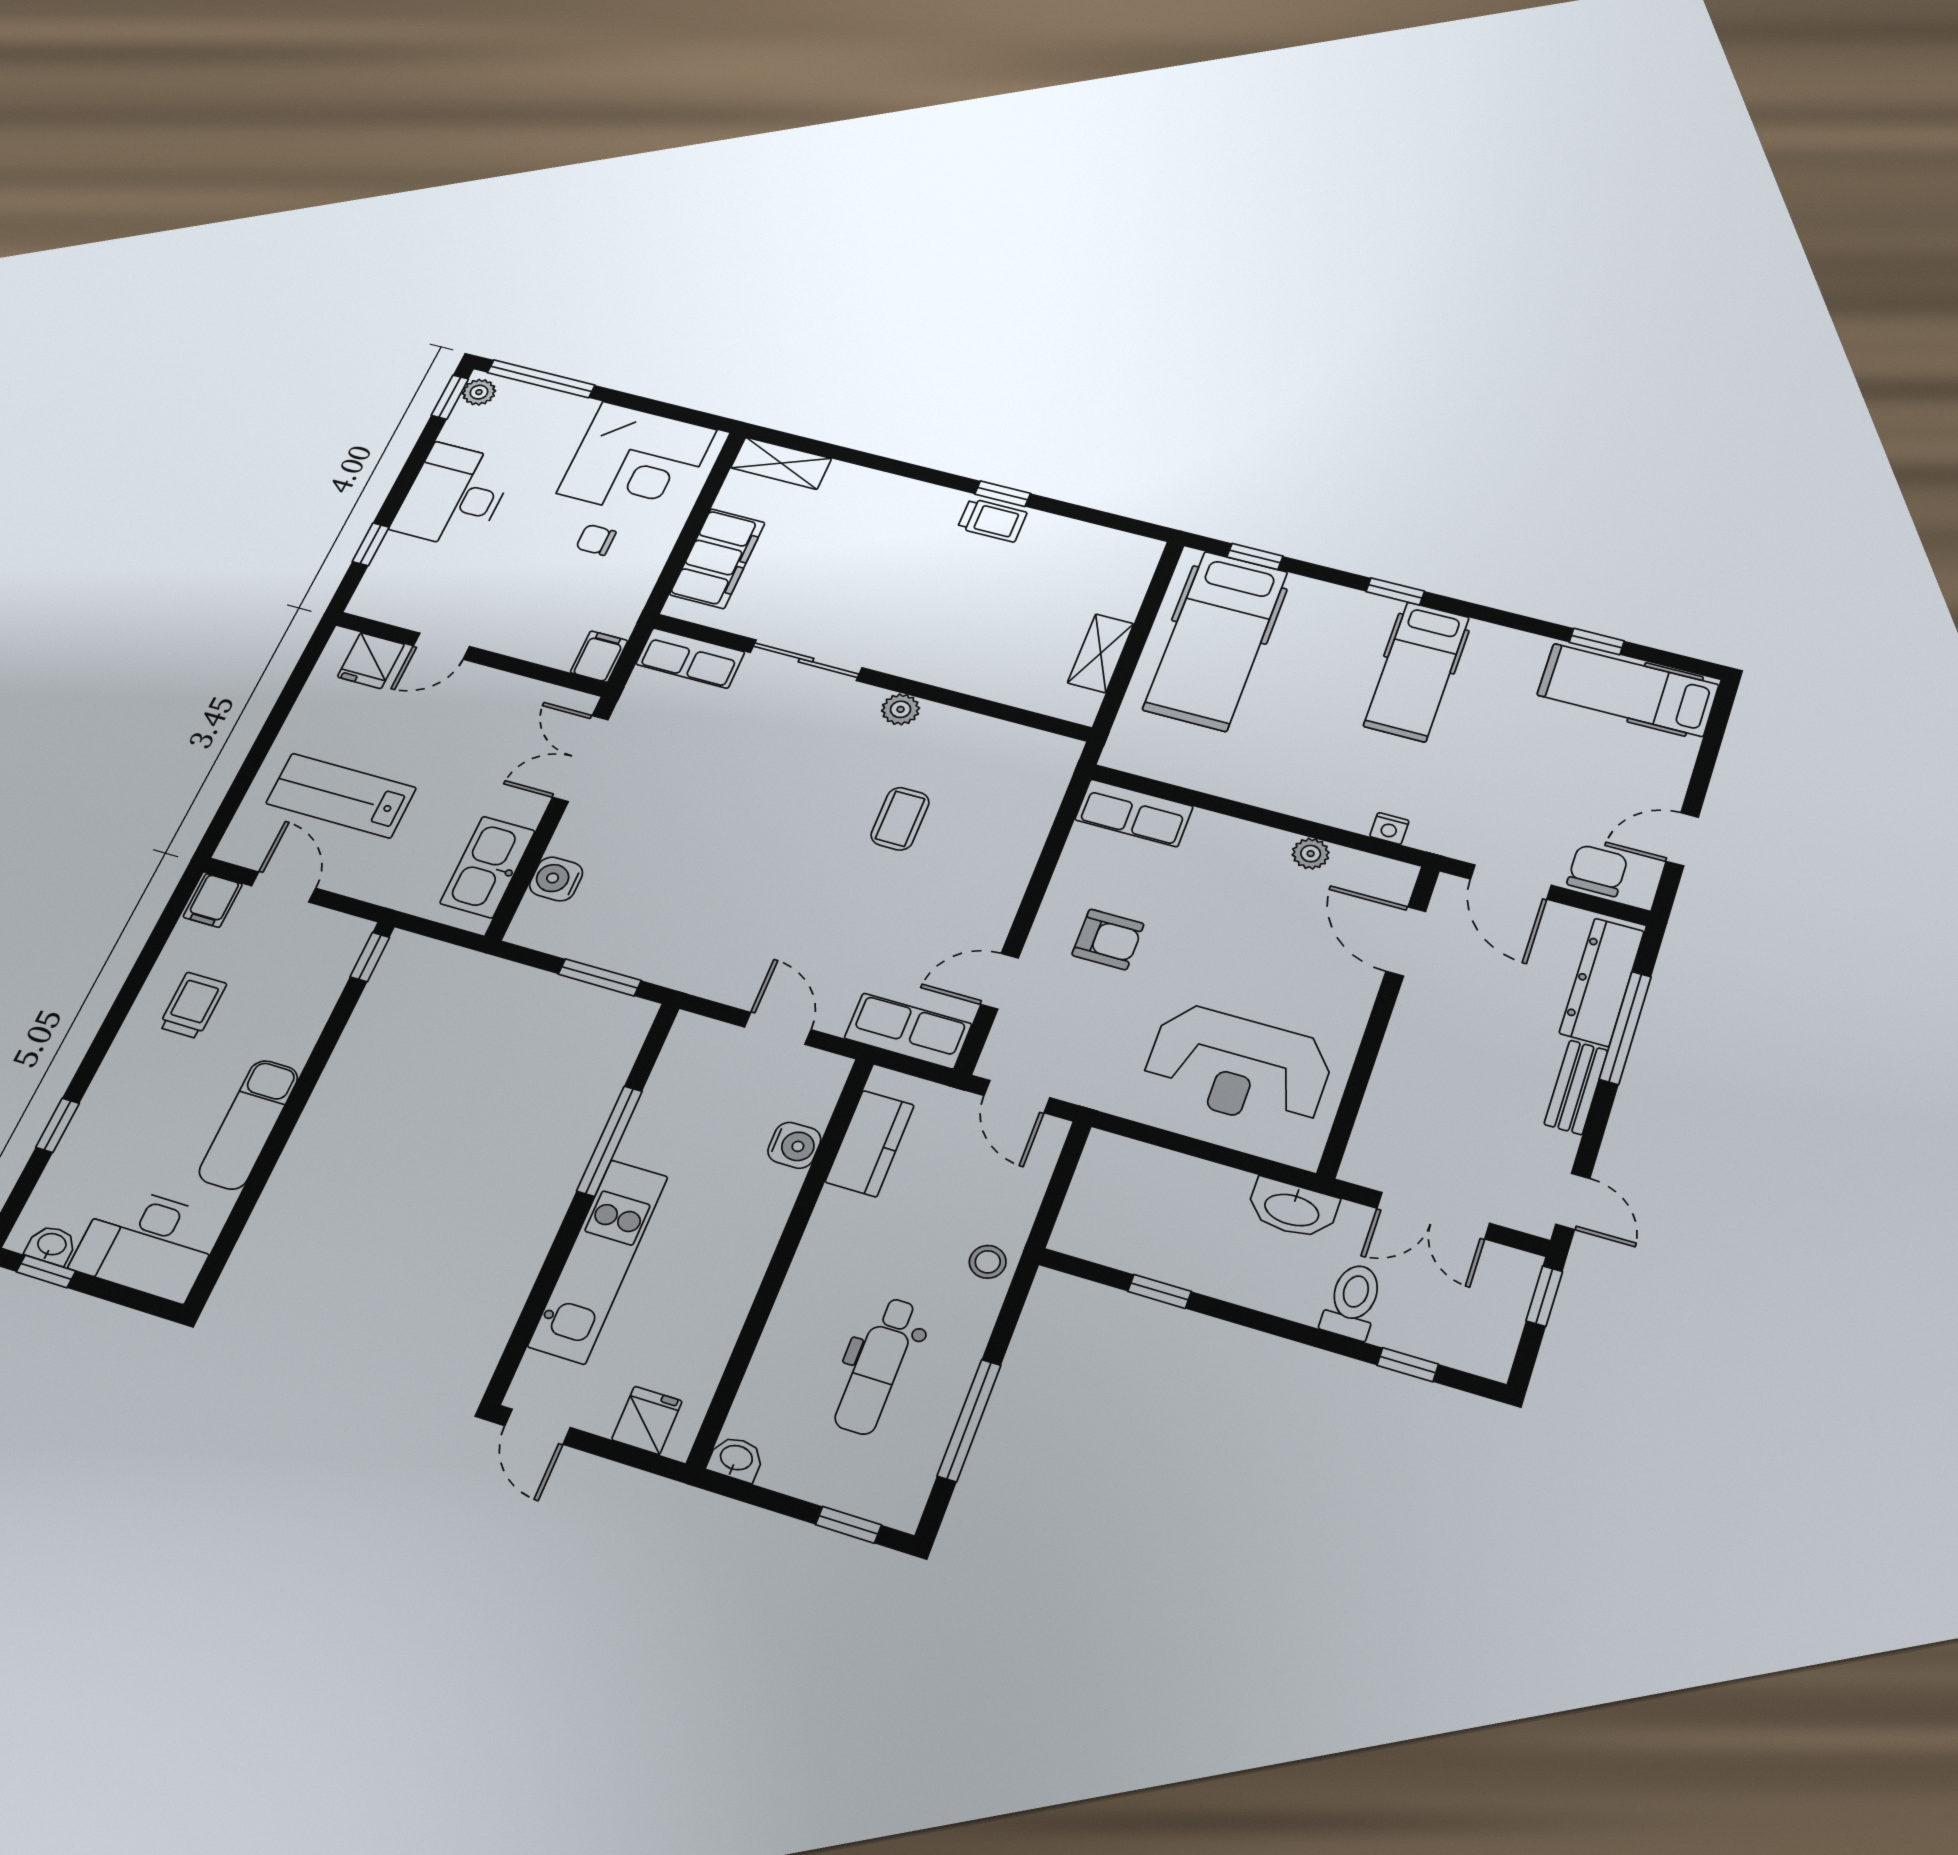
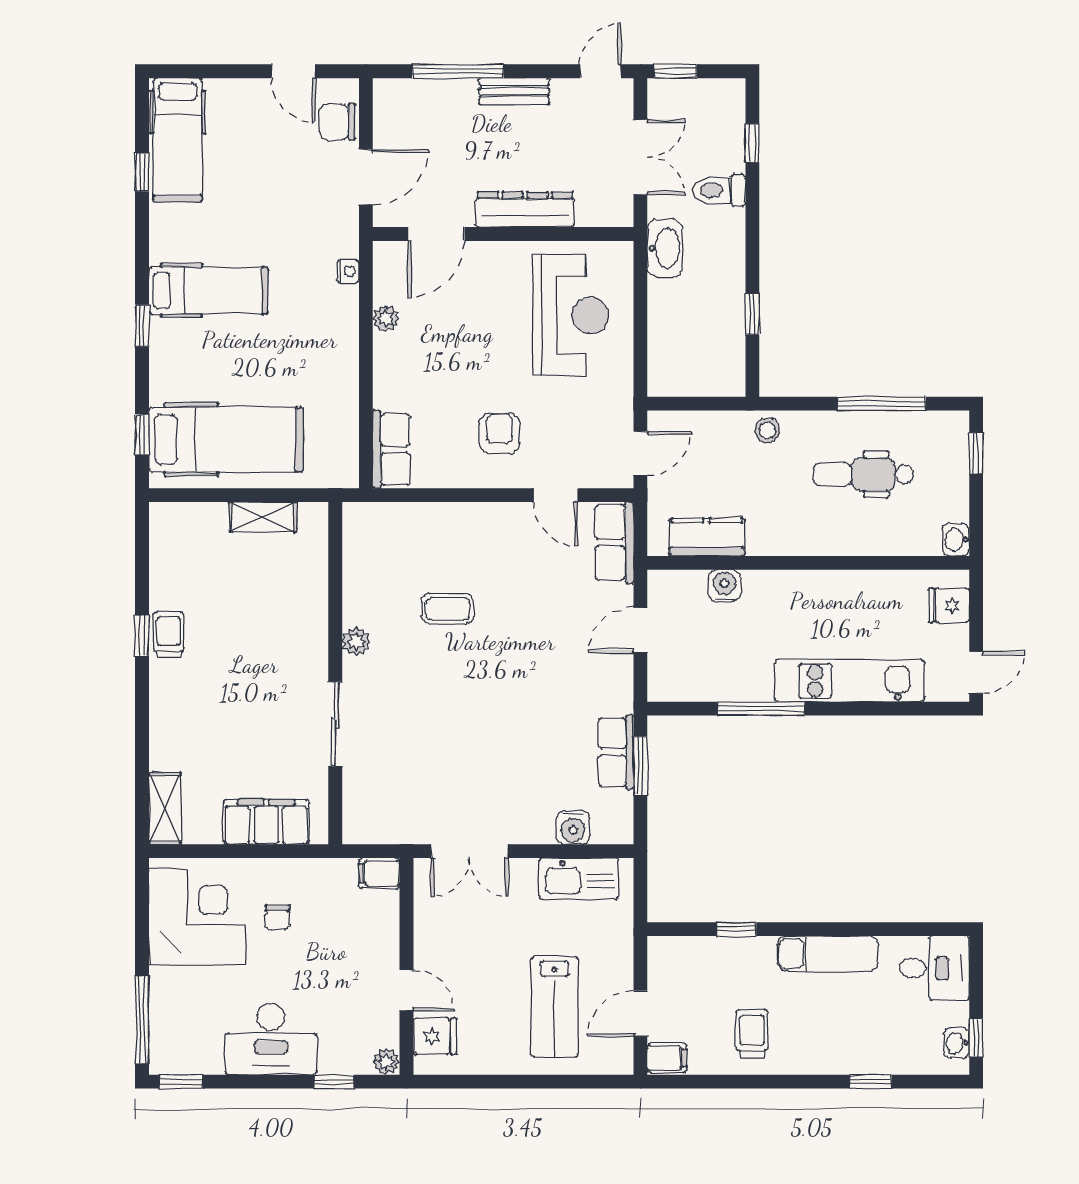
plant: (479, 392) -> (386, 1062), moved
row of seats: (690, 658) -> (616, 752), moved, turned 180
window: (370, 957) -> (737, 929), moved
dresser: (1602, 982) -> (525, 210), moved, turned 180
trolley: (193, 1005) -> (752, 1033), turned 90
desk: (148, 1243) -> (934, 968), width x0.73
dental chair: (877, 1366) -> (863, 474), turned 180

